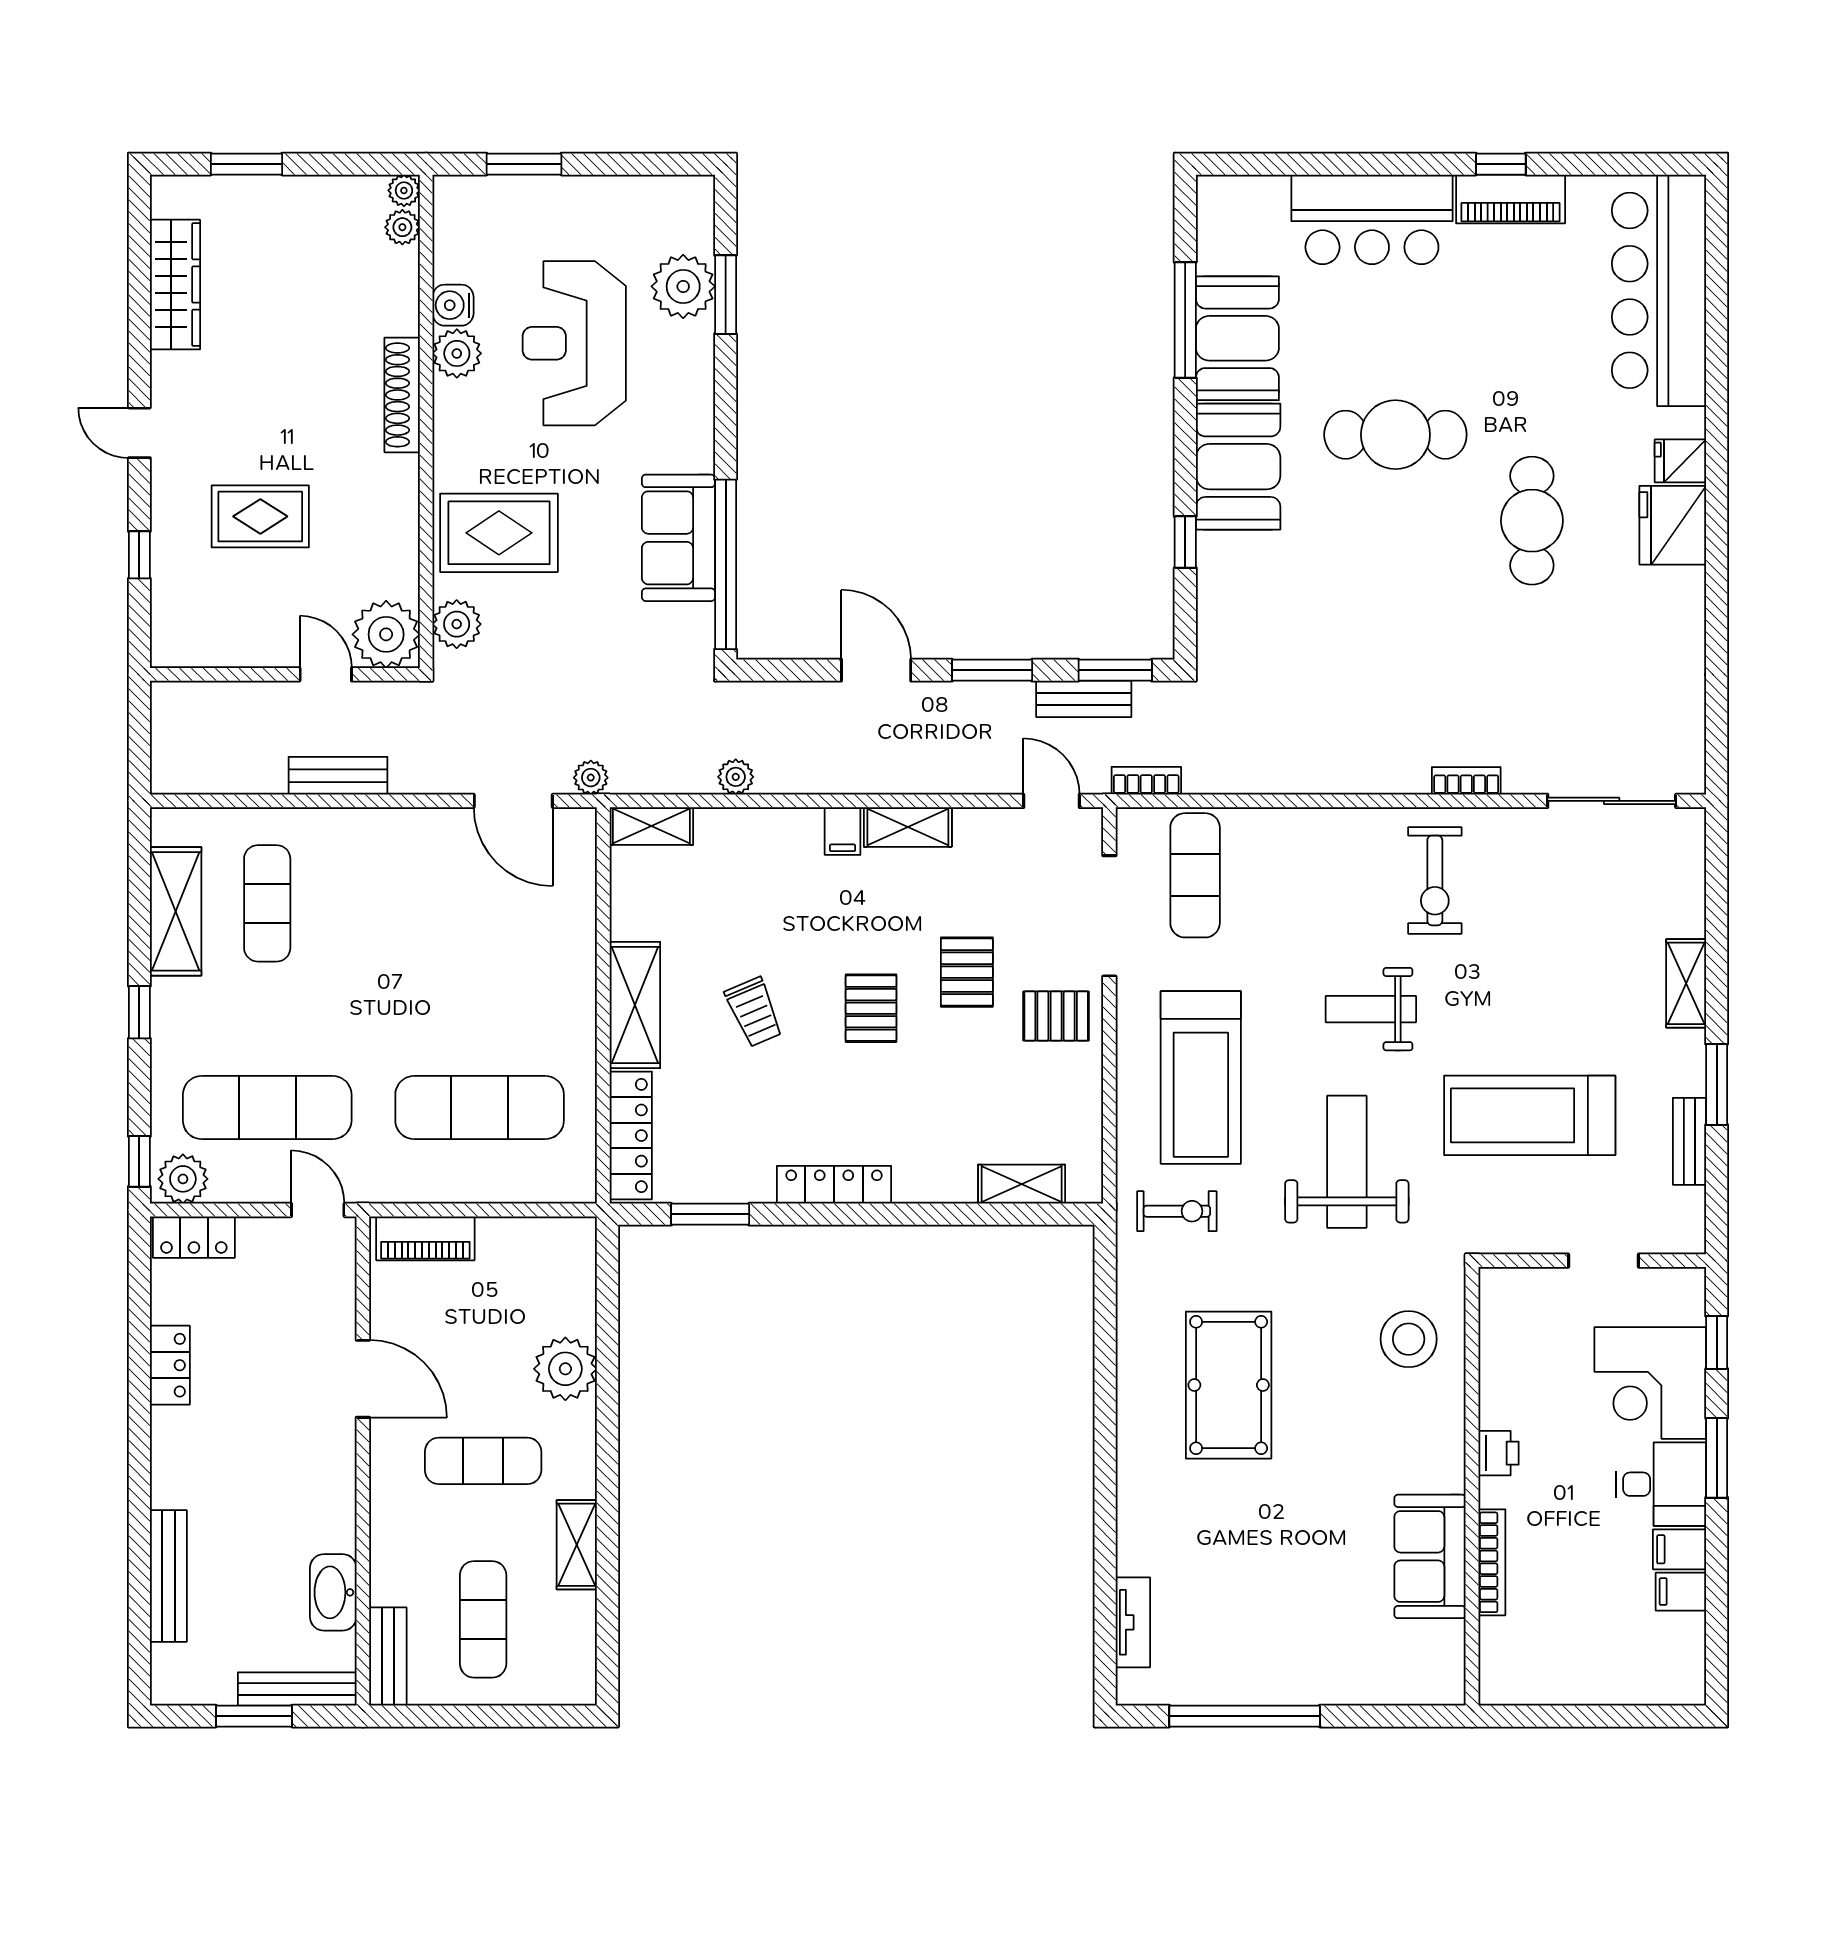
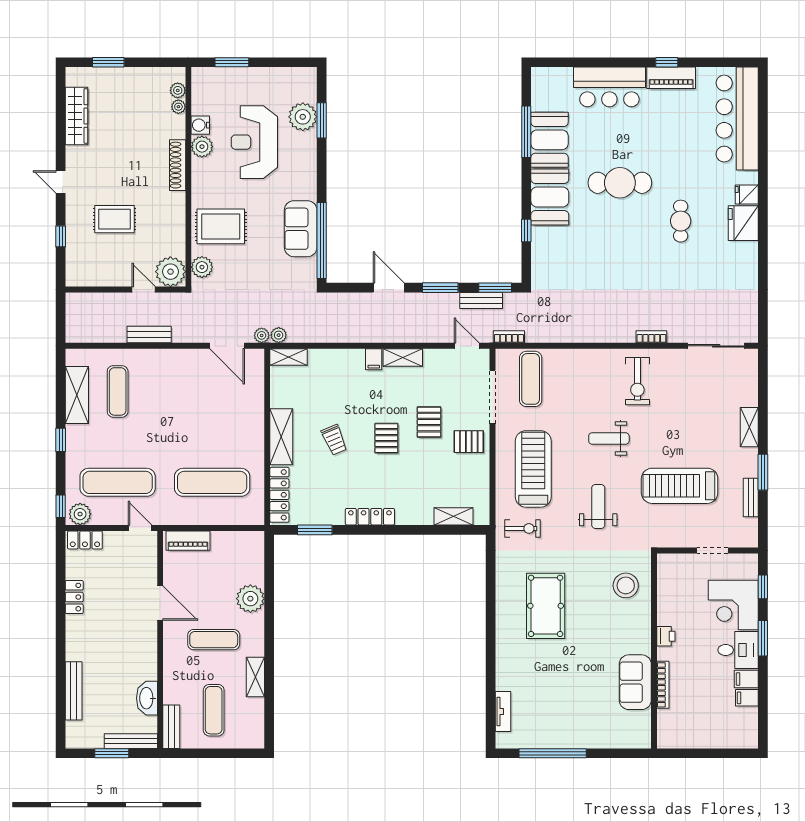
plant: (404, 190) -> (178, 107), moved
cafe table: (1532, 521) -> (681, 221), width x0.73, depth x0.74
plant: (736, 777) -> (279, 335), moved
treadmill: (1201, 1077) -> (533, 469), turned 180
weight bench: (1347, 1162) -> (598, 506), width x0.73, depth x0.75

